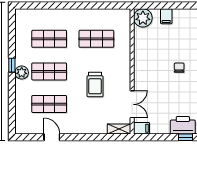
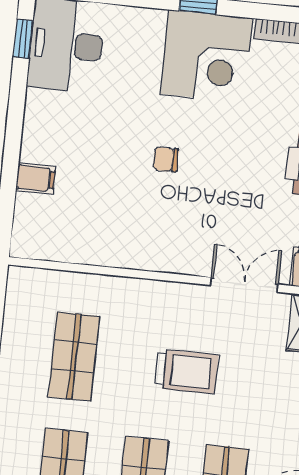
plant: (143, 18) -> (34, 237), removed

